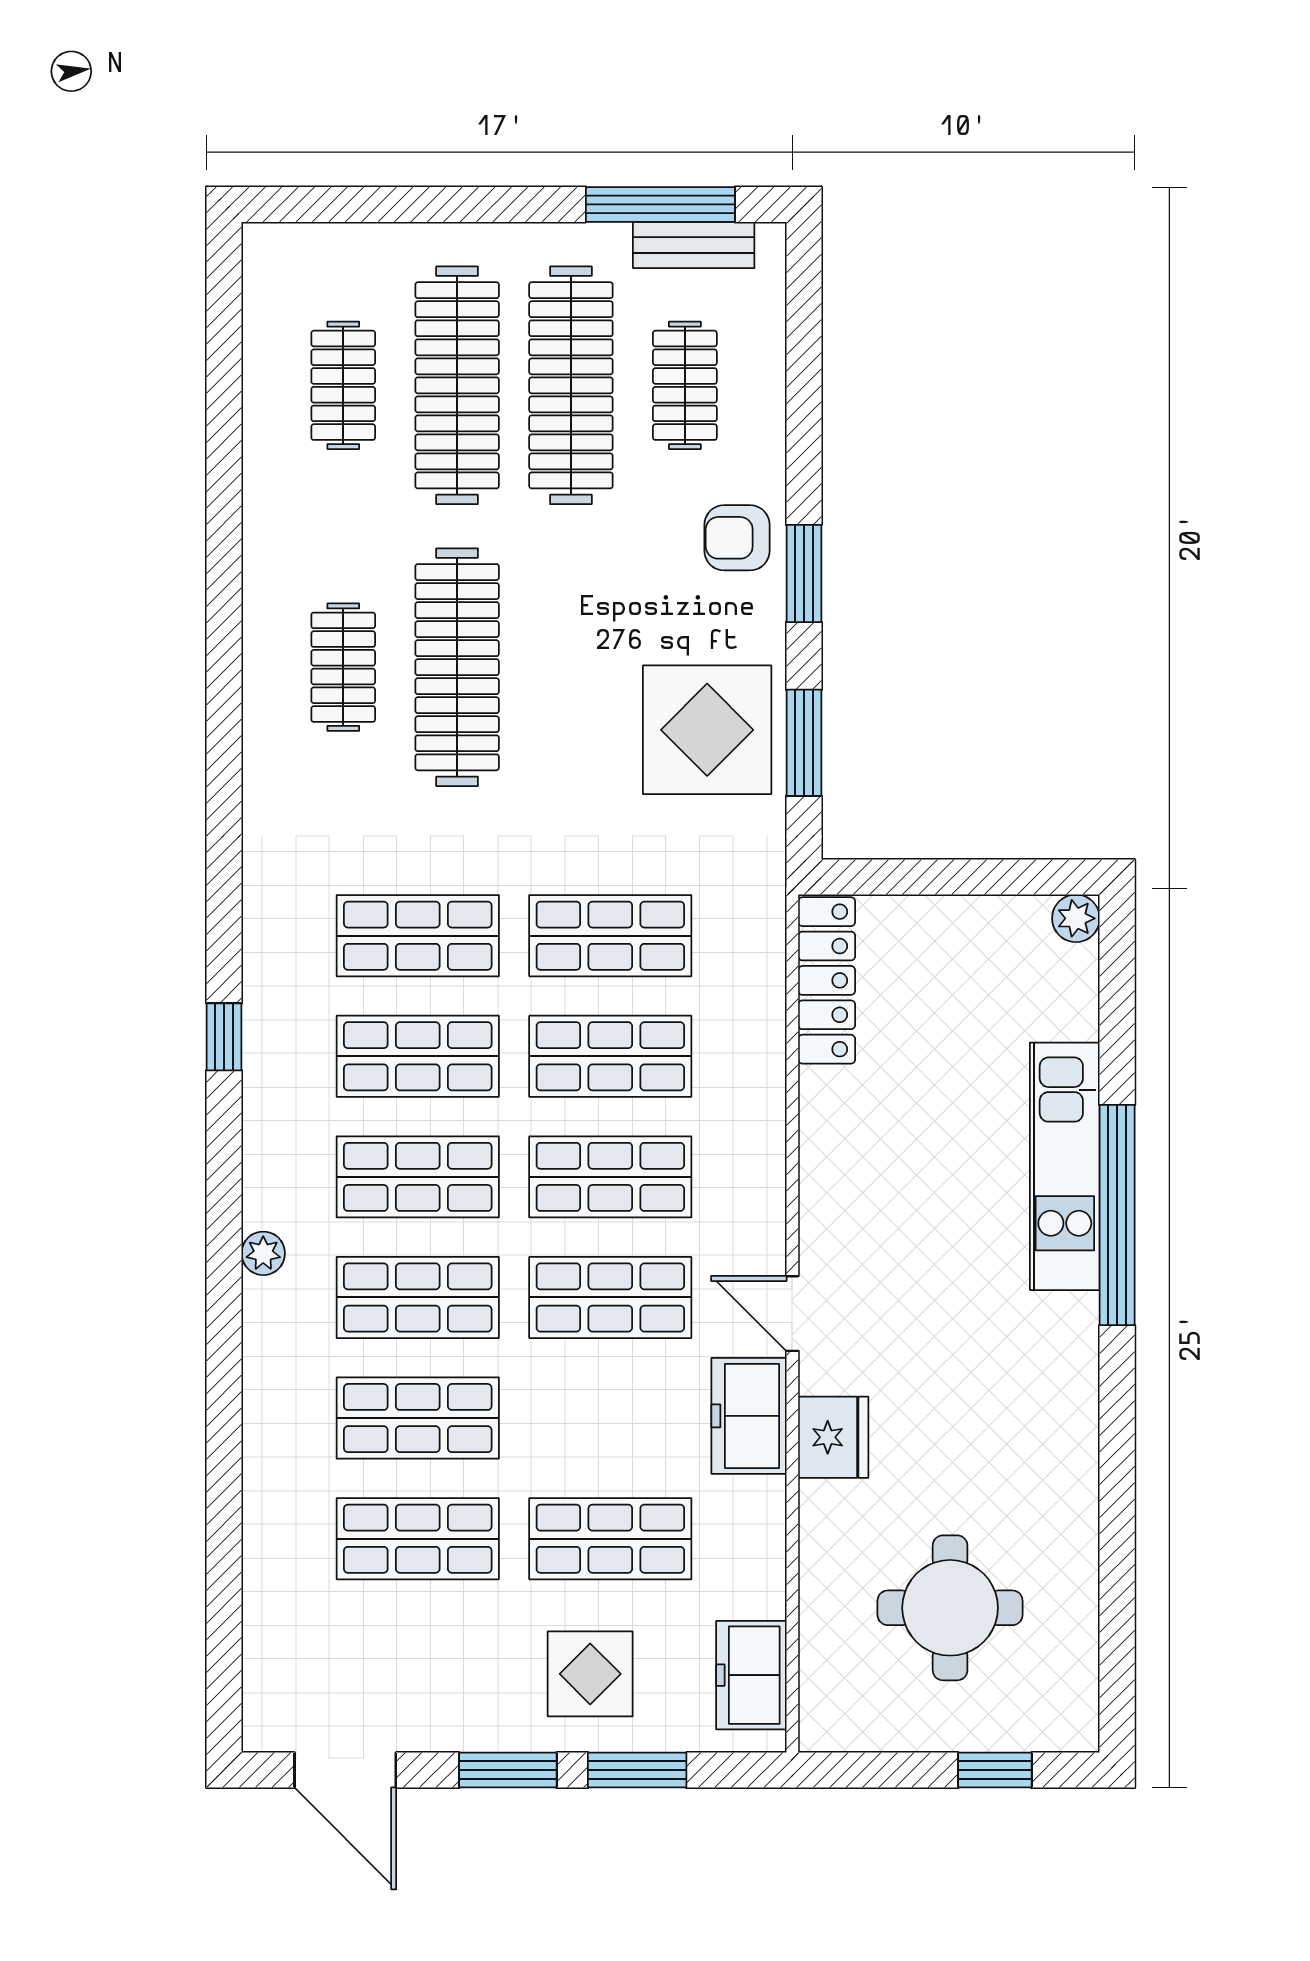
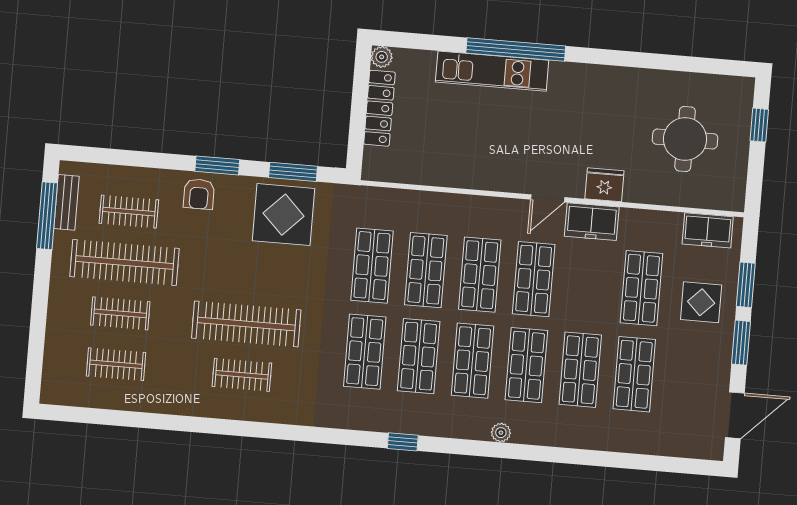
clothes rail: (457, 385) -> (120, 313), width x0.54, depth x0.76
locker: (827, 980) -> (379, 108), moved, turned 90

